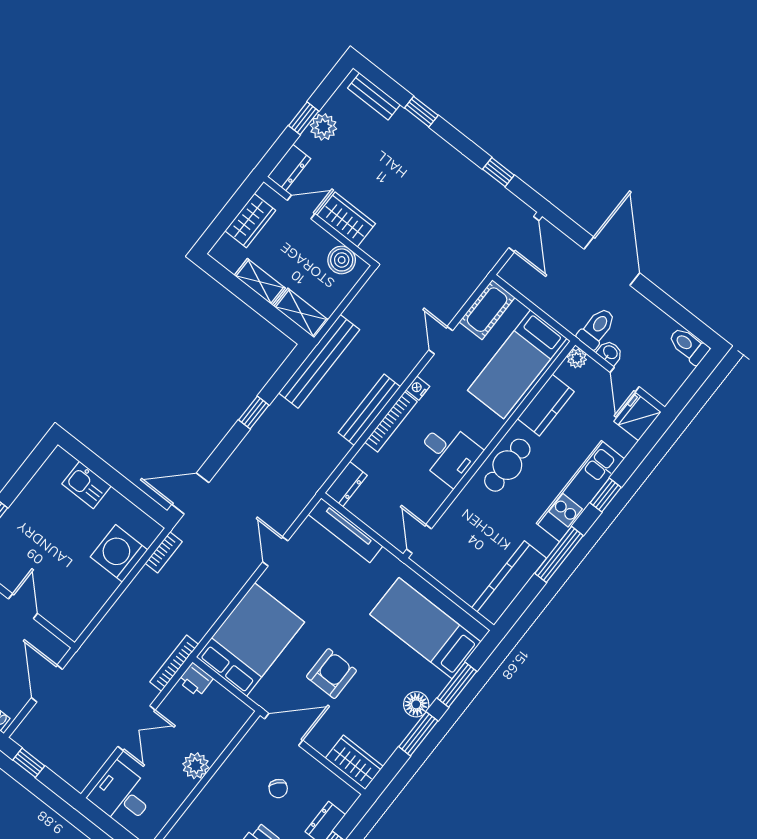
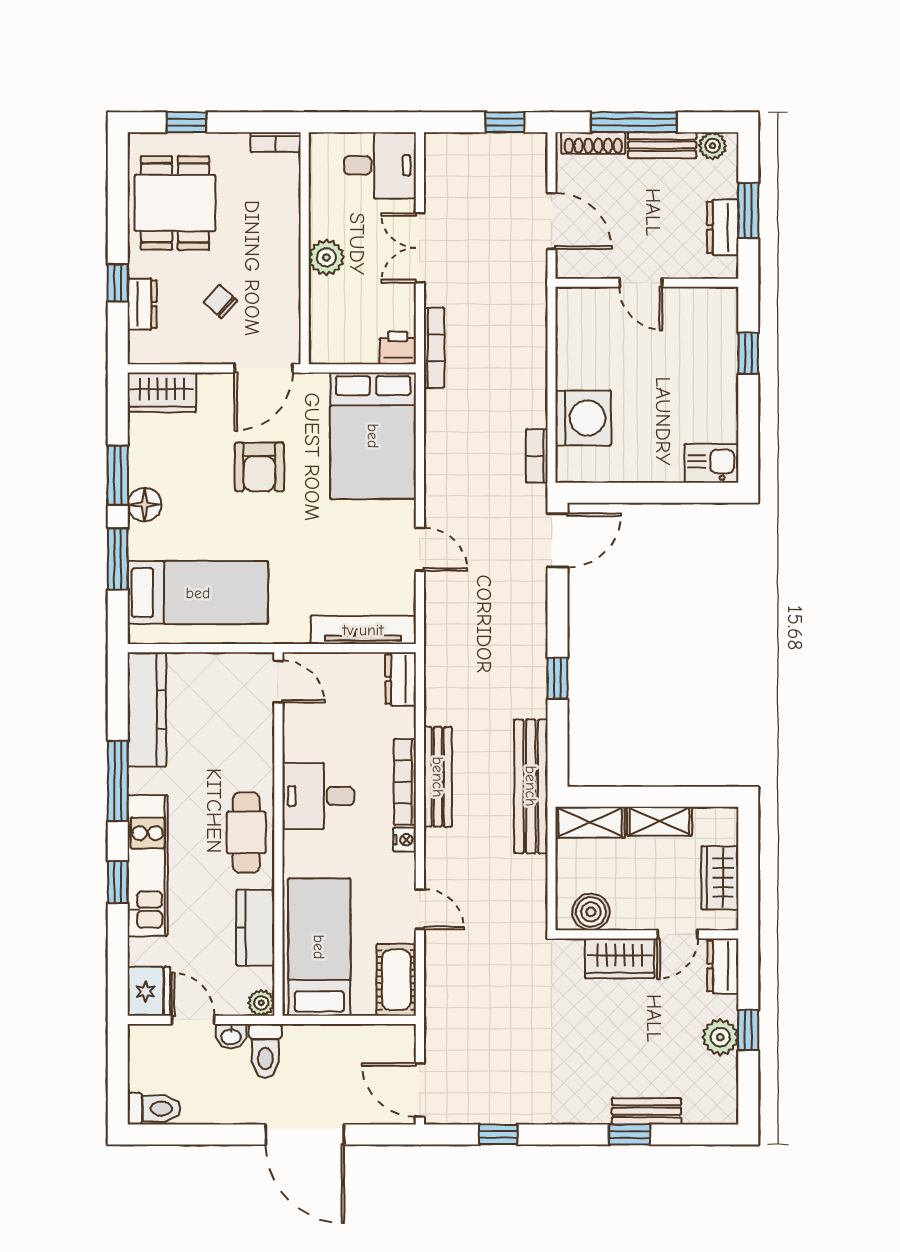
bench: (374, 96) -> (647, 1111), moved
kitchen sink: (86, 485) -> (711, 463), moved

